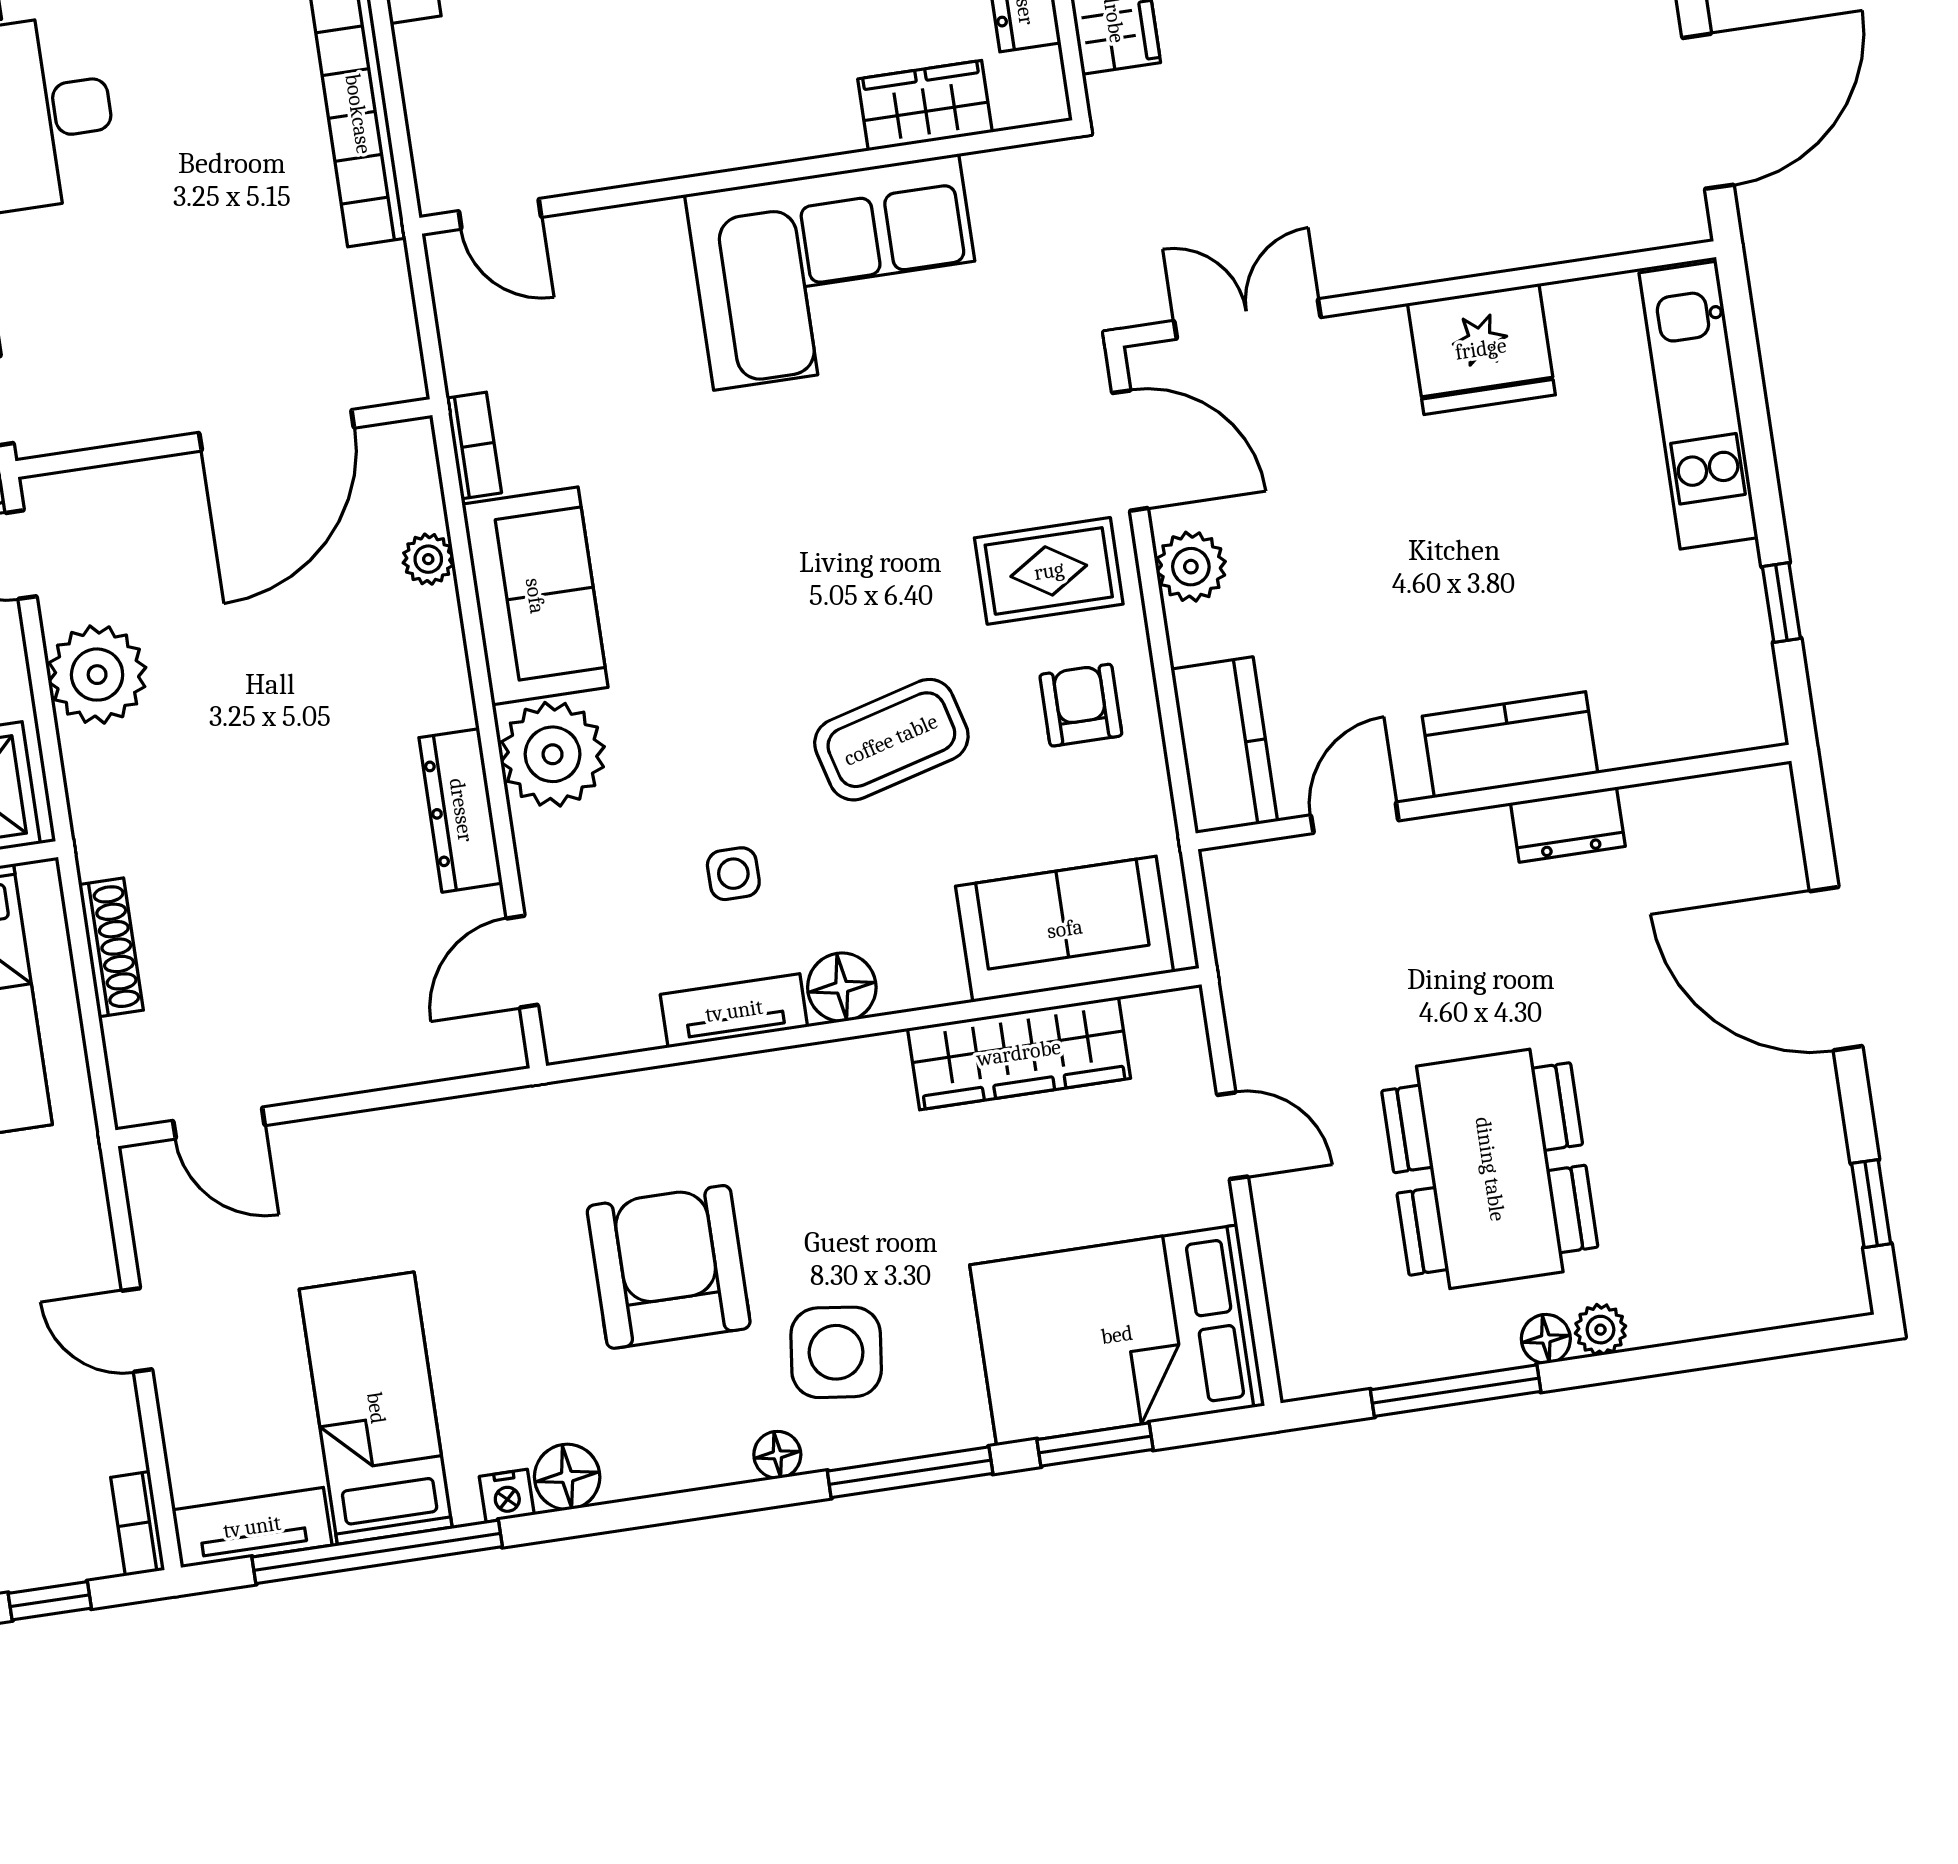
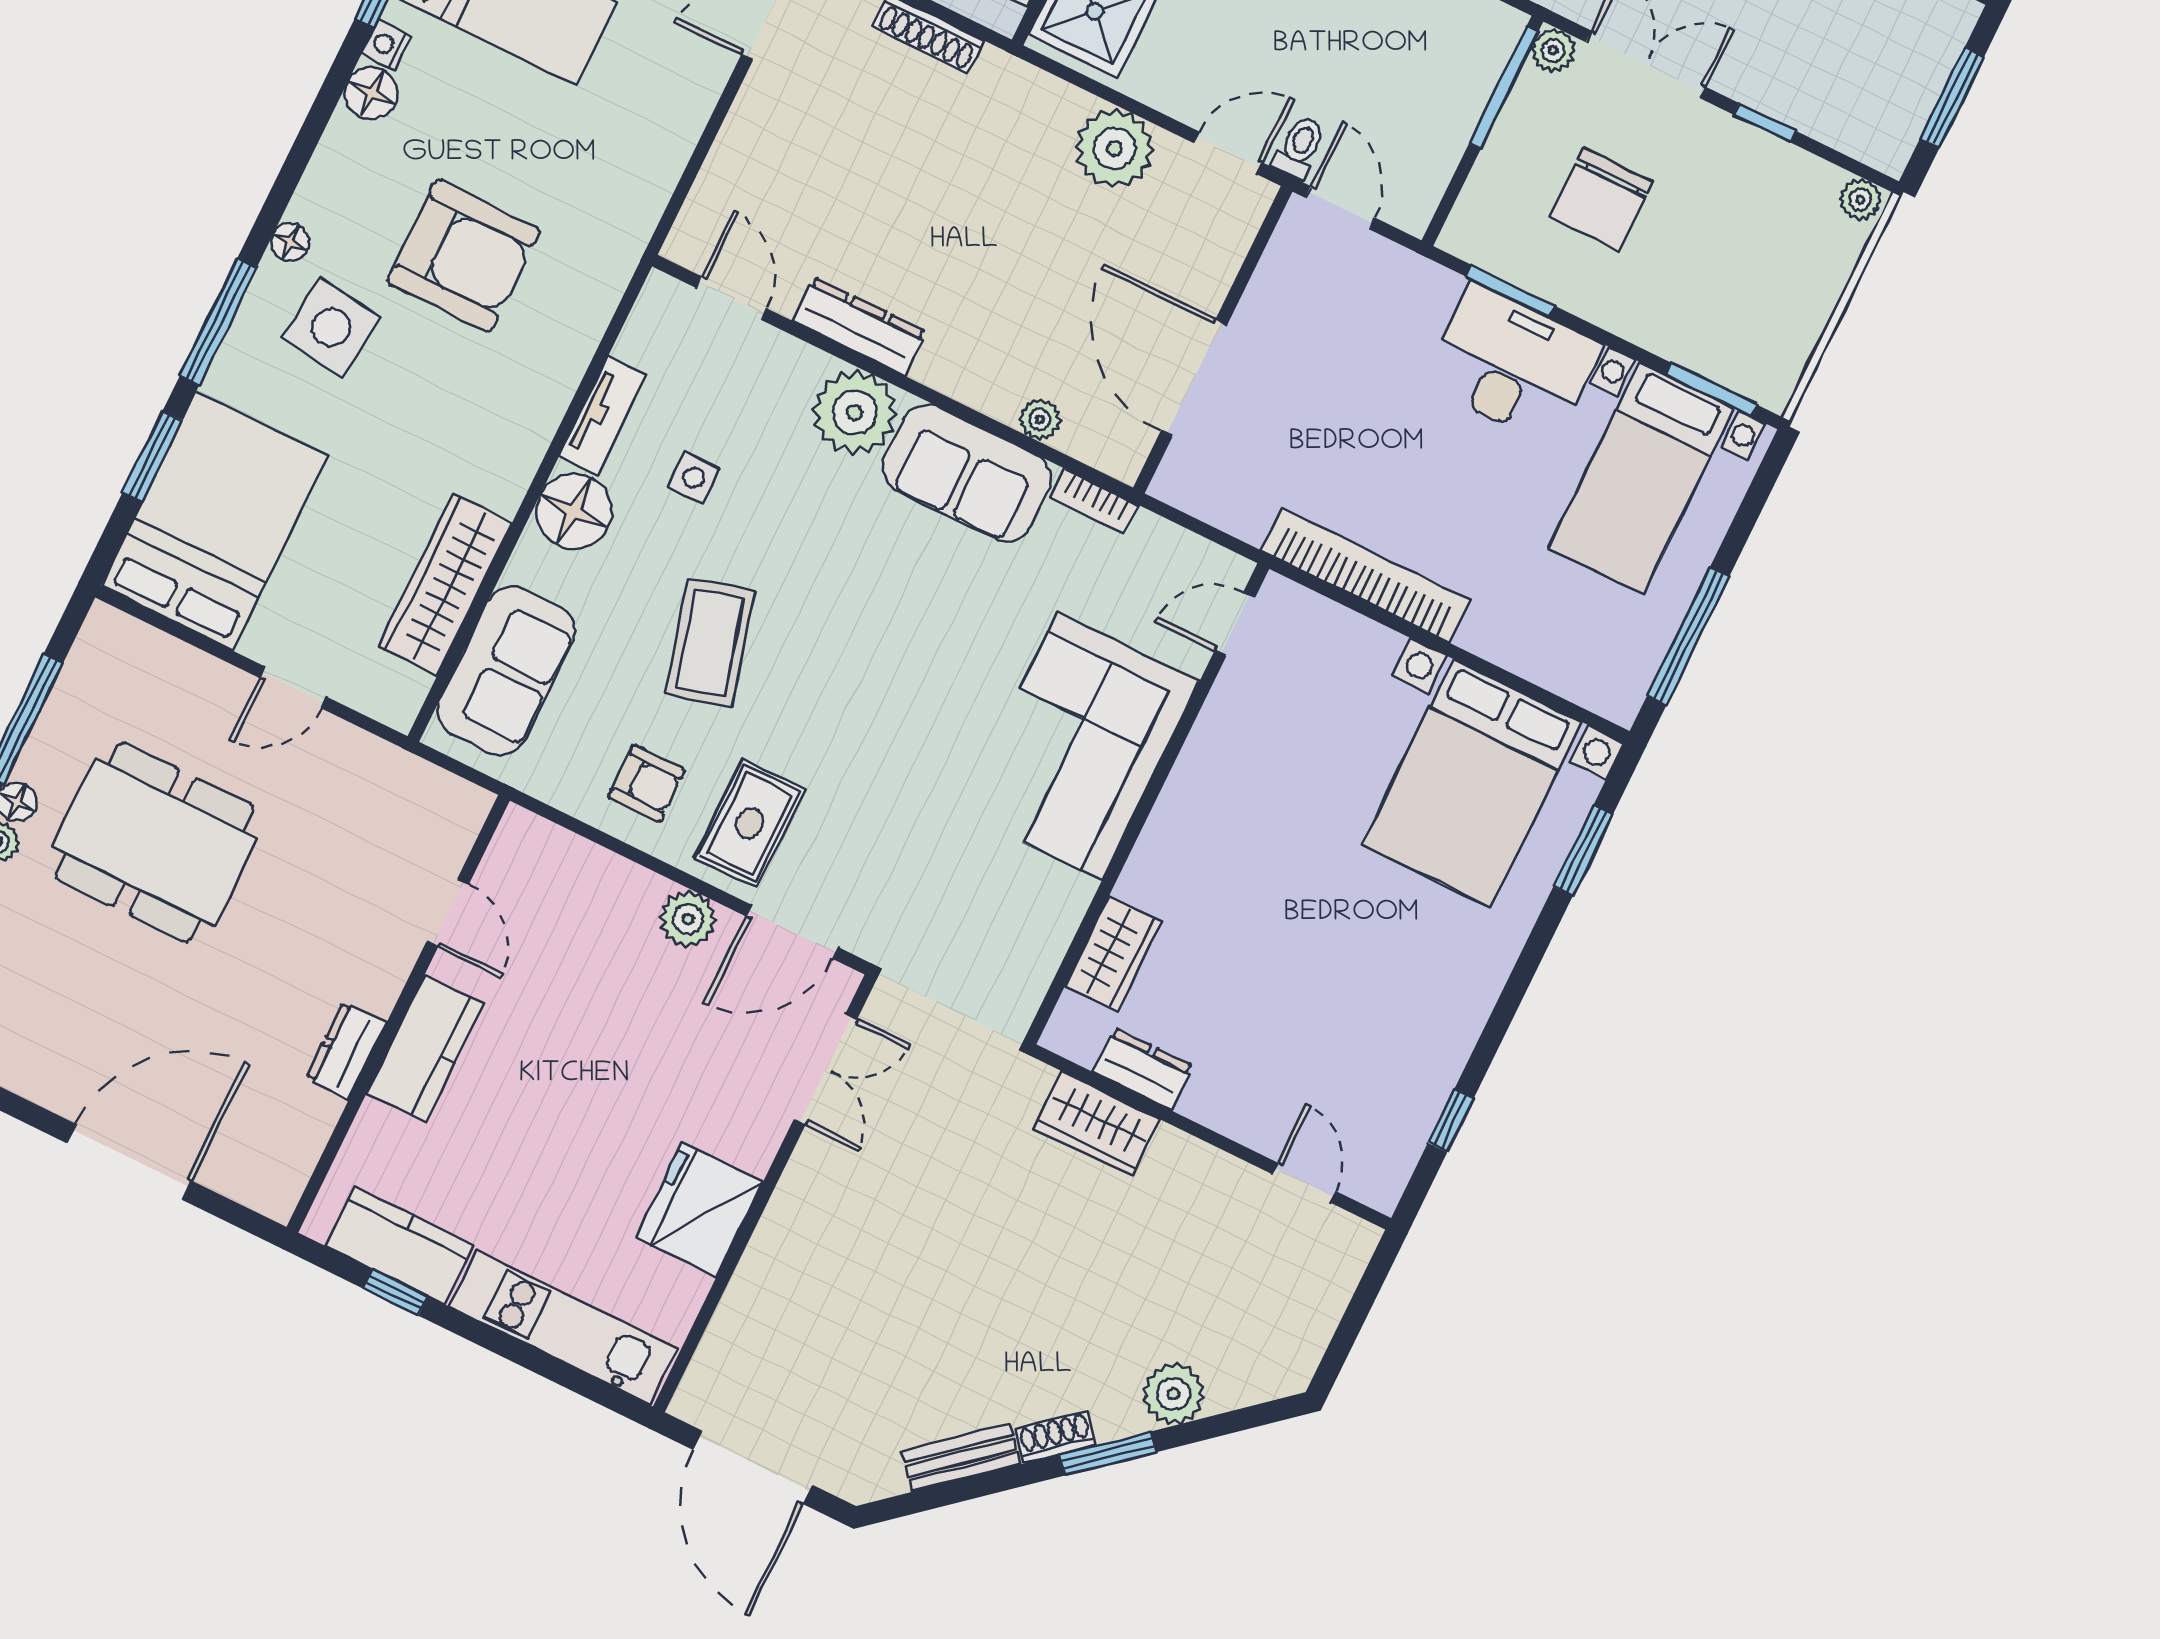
corner sofa: (836, 272) -> (1079, 746), moved
kitchen counter: (1224, 745) -> (400, 1245), moved, turned 180
floor lamp: (842, 987) -> (574, 511), width x1.38, depth x1.38

